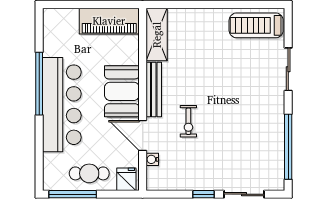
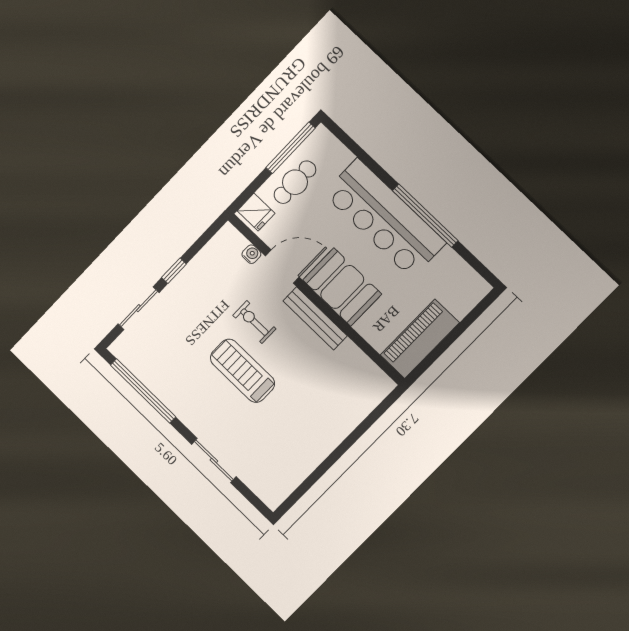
treadmill: (256, 25) -> (242, 371), moved, turned -90
shelving: (157, 35) -> (364, 371), removed

